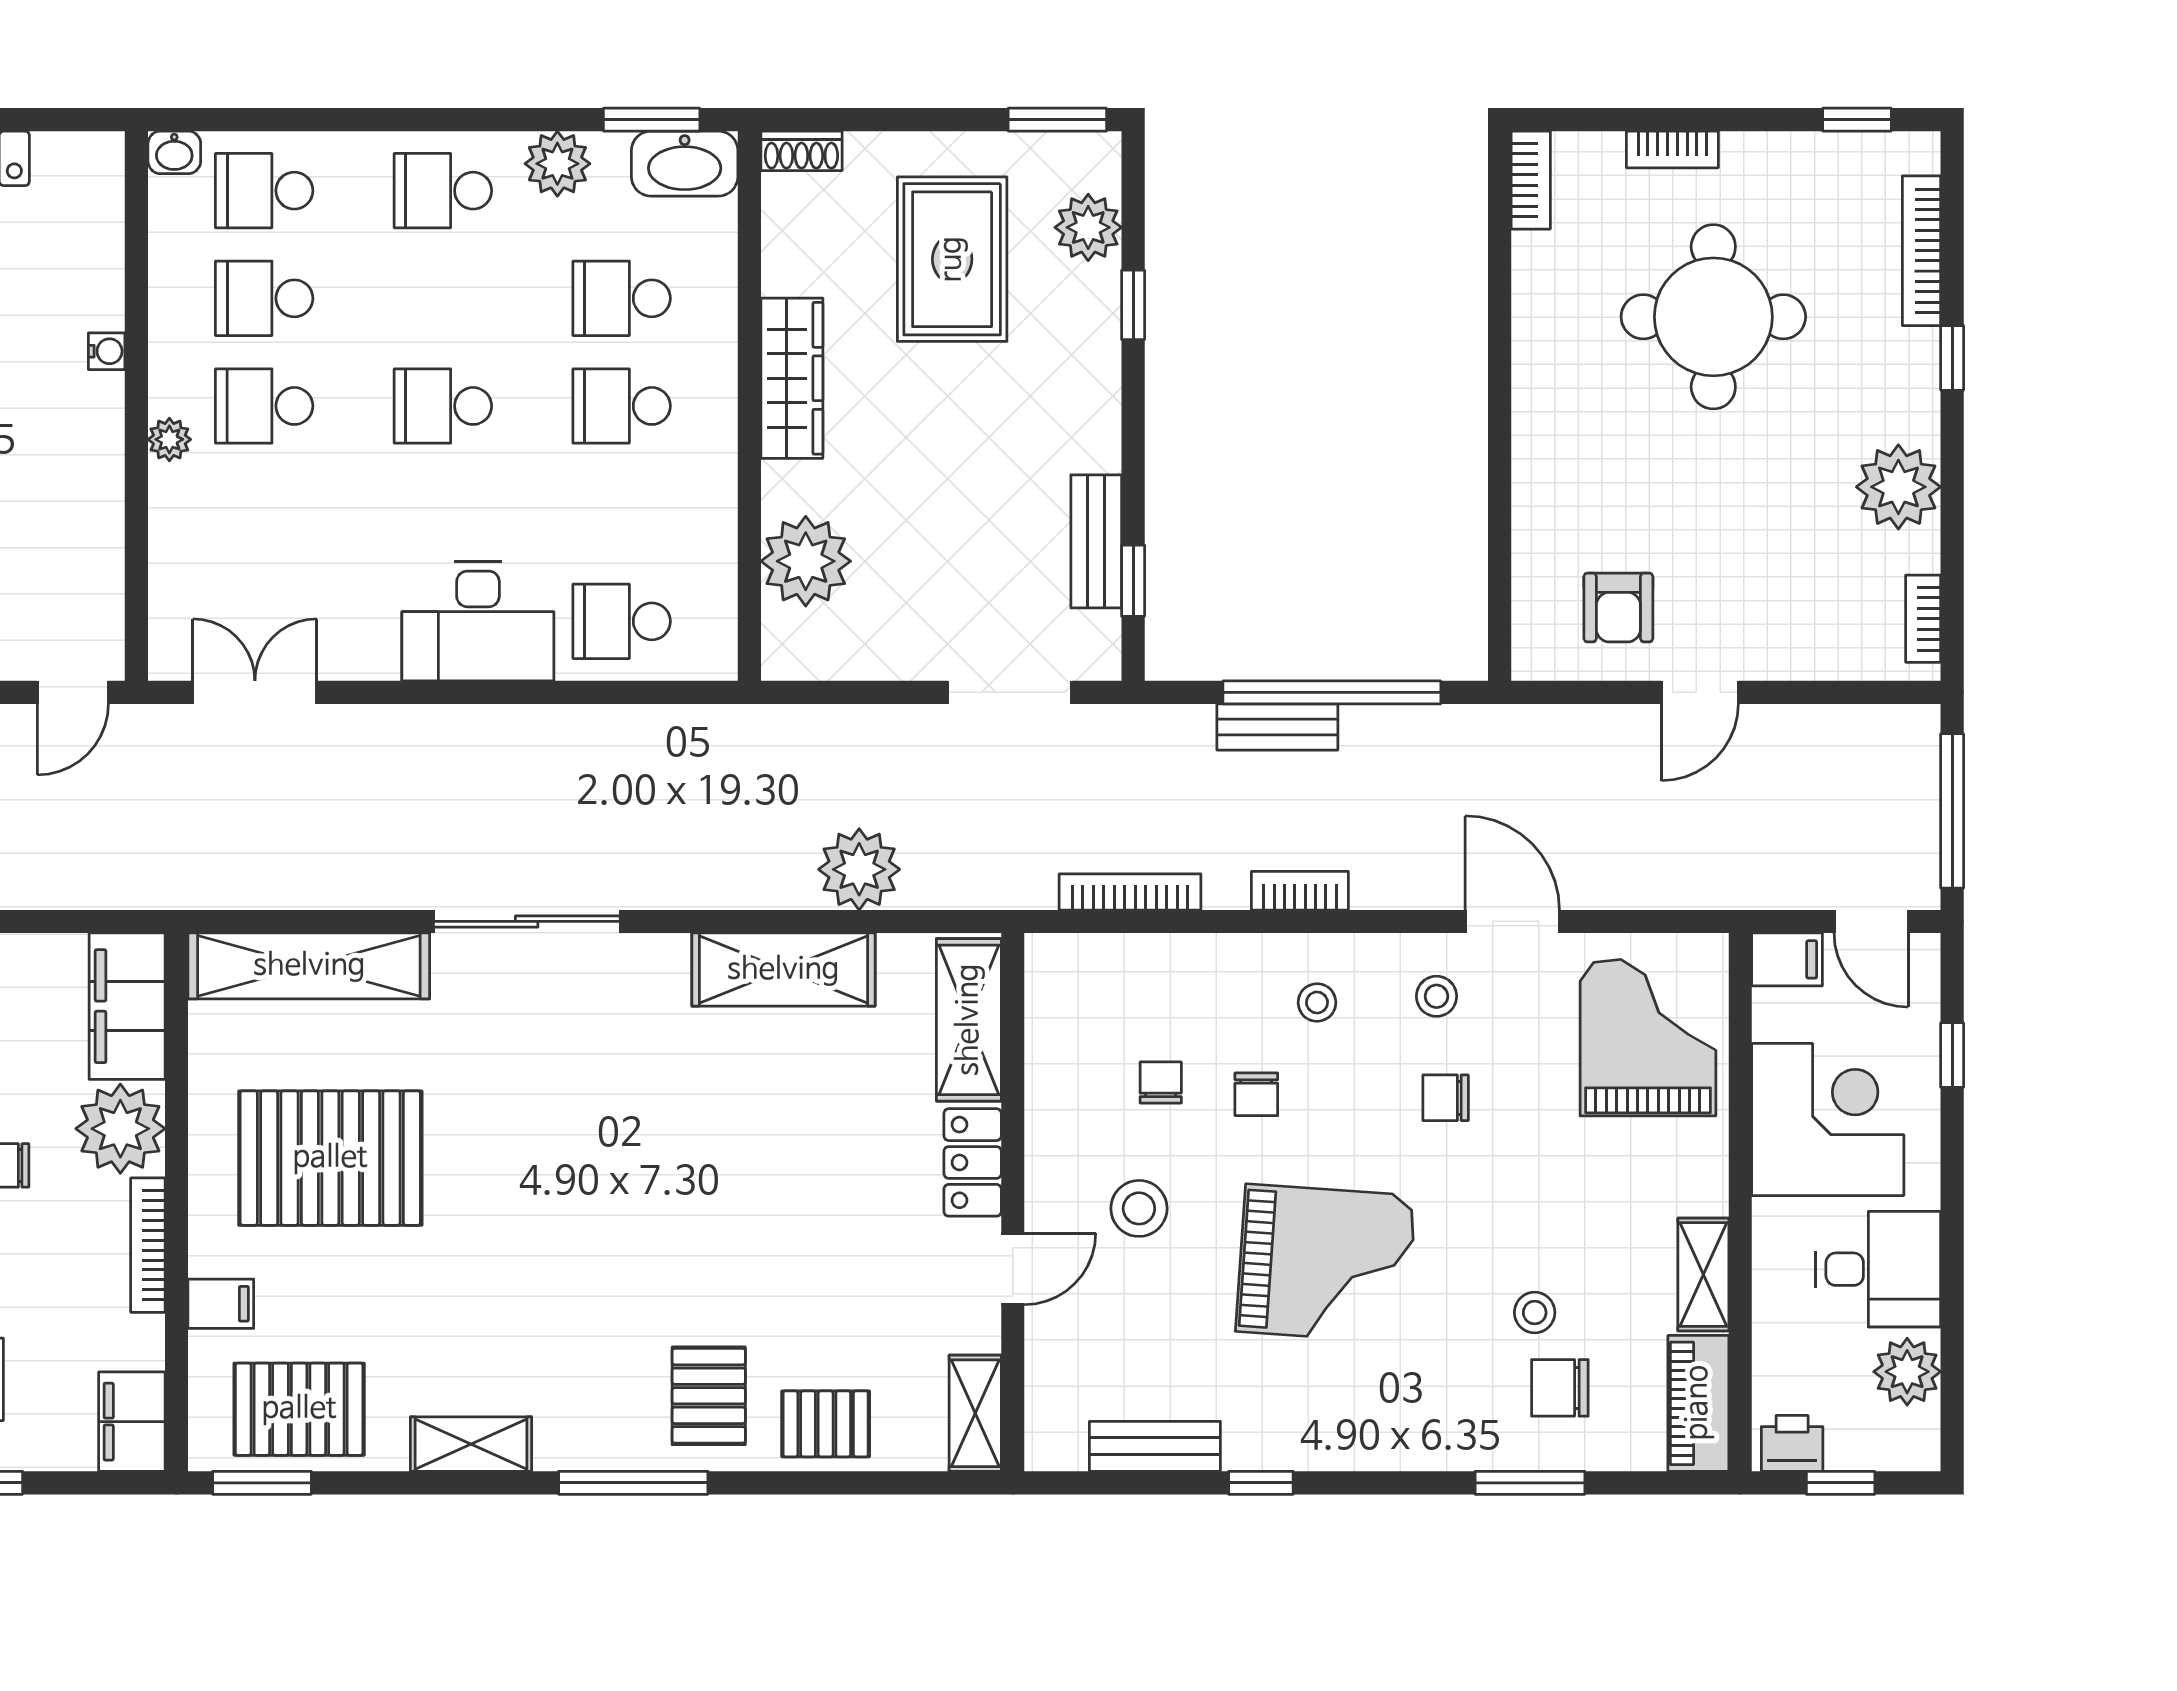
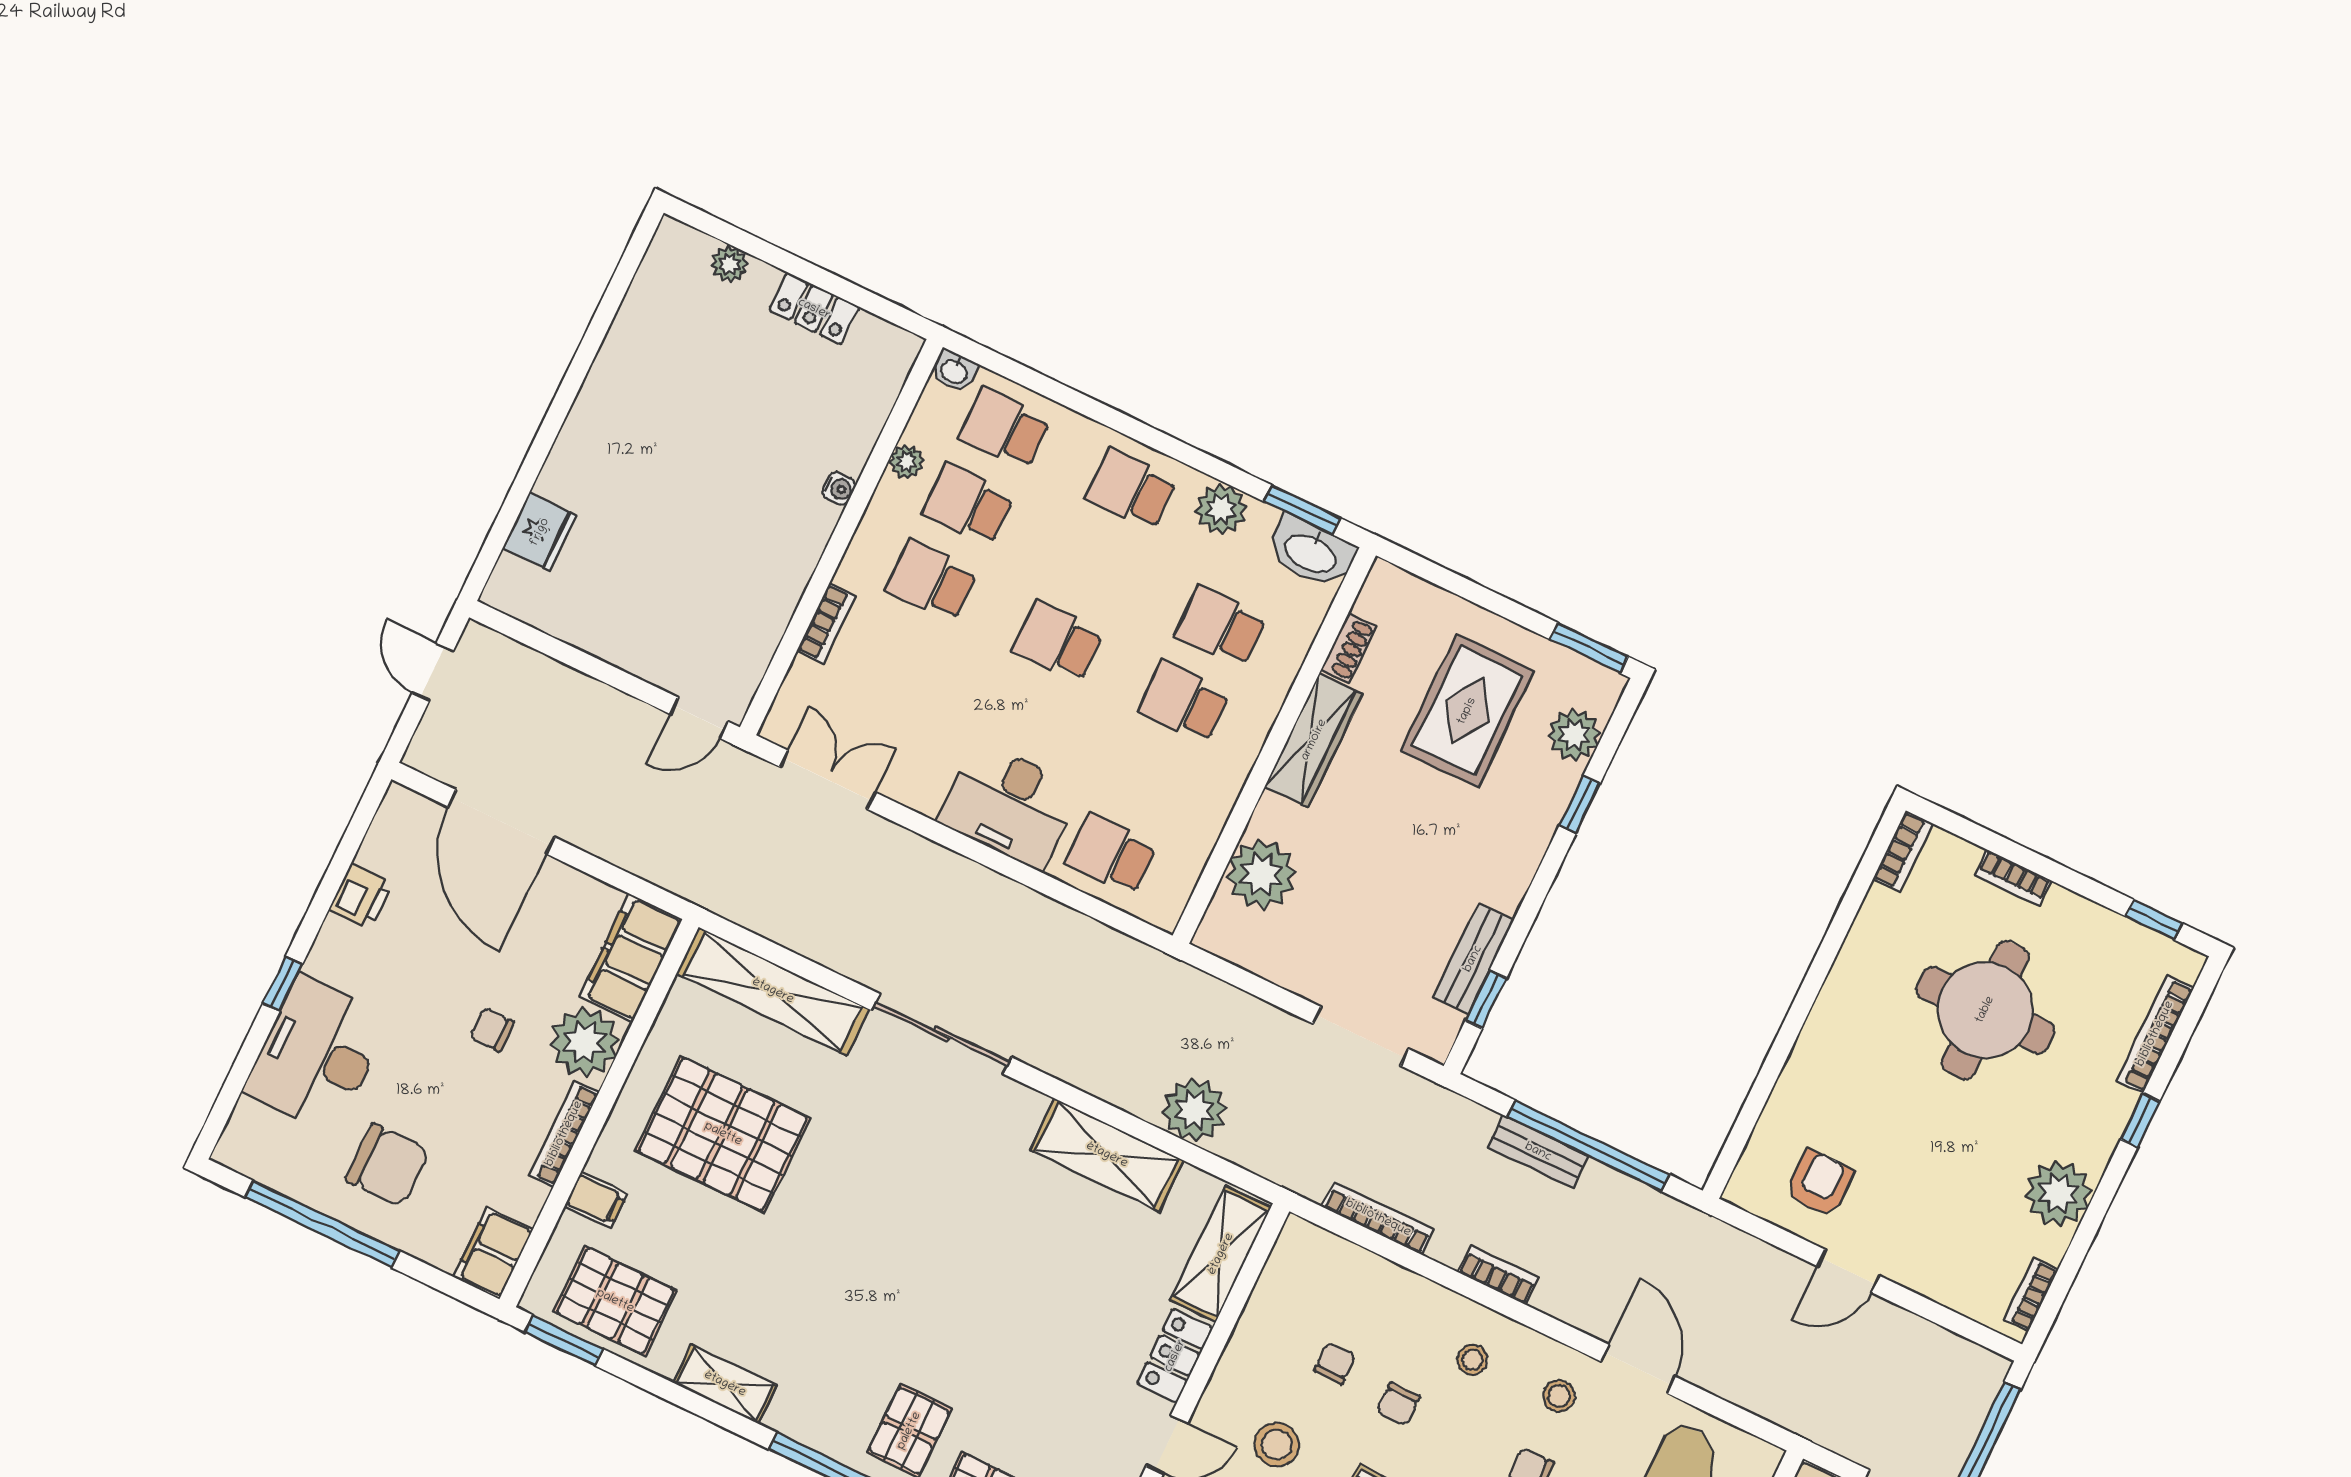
shoe rack: (801, 151) -> (1348, 648), moved, turned -90
plant: (169, 439) -> (906, 462), moved
bookcase: (167, 513) -> (826, 624), added
armchair: (1618, 607) -> (1820, 1183), turned 180

